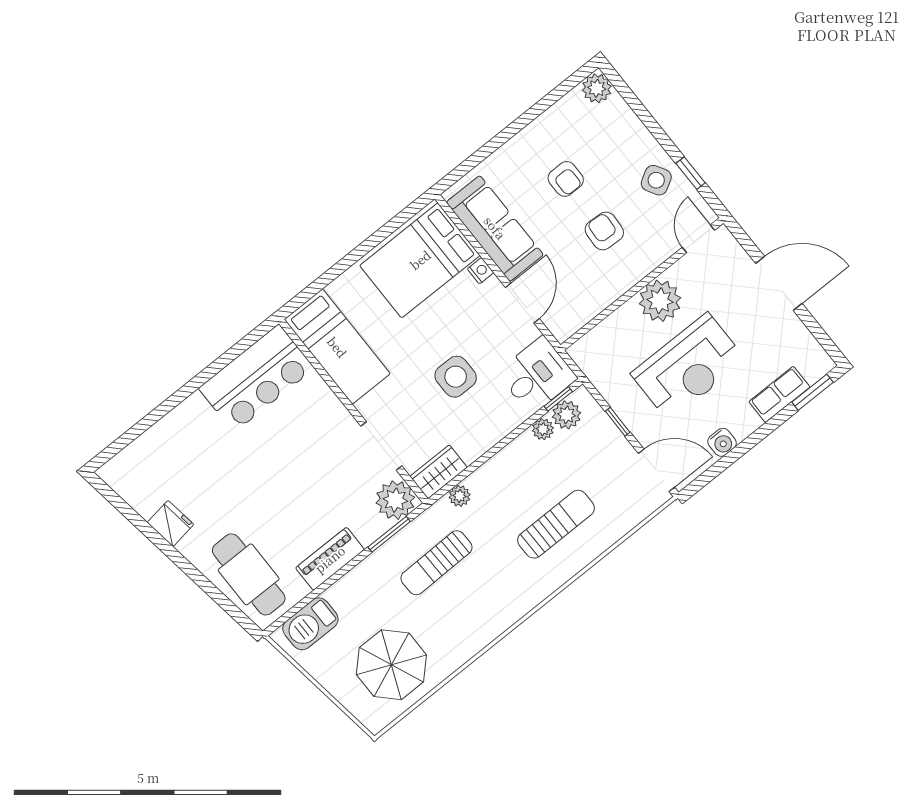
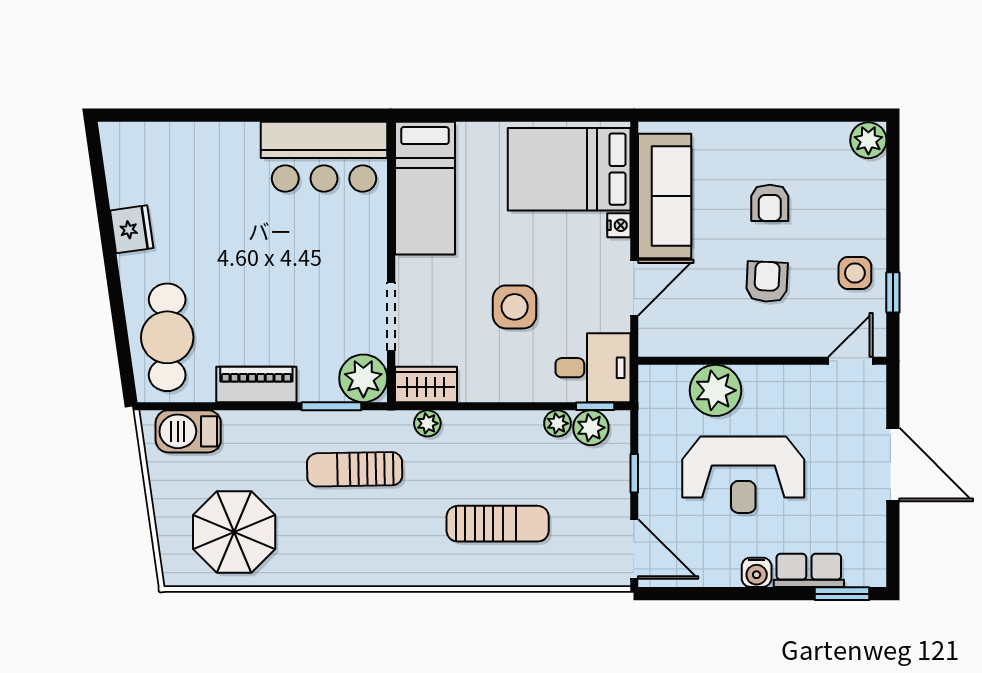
side table: (656, 180) -> (855, 273), turned 30
plant: (660, 301) -> (715, 390), moved
water cooler: (722, 442) -> (757, 572), moved

